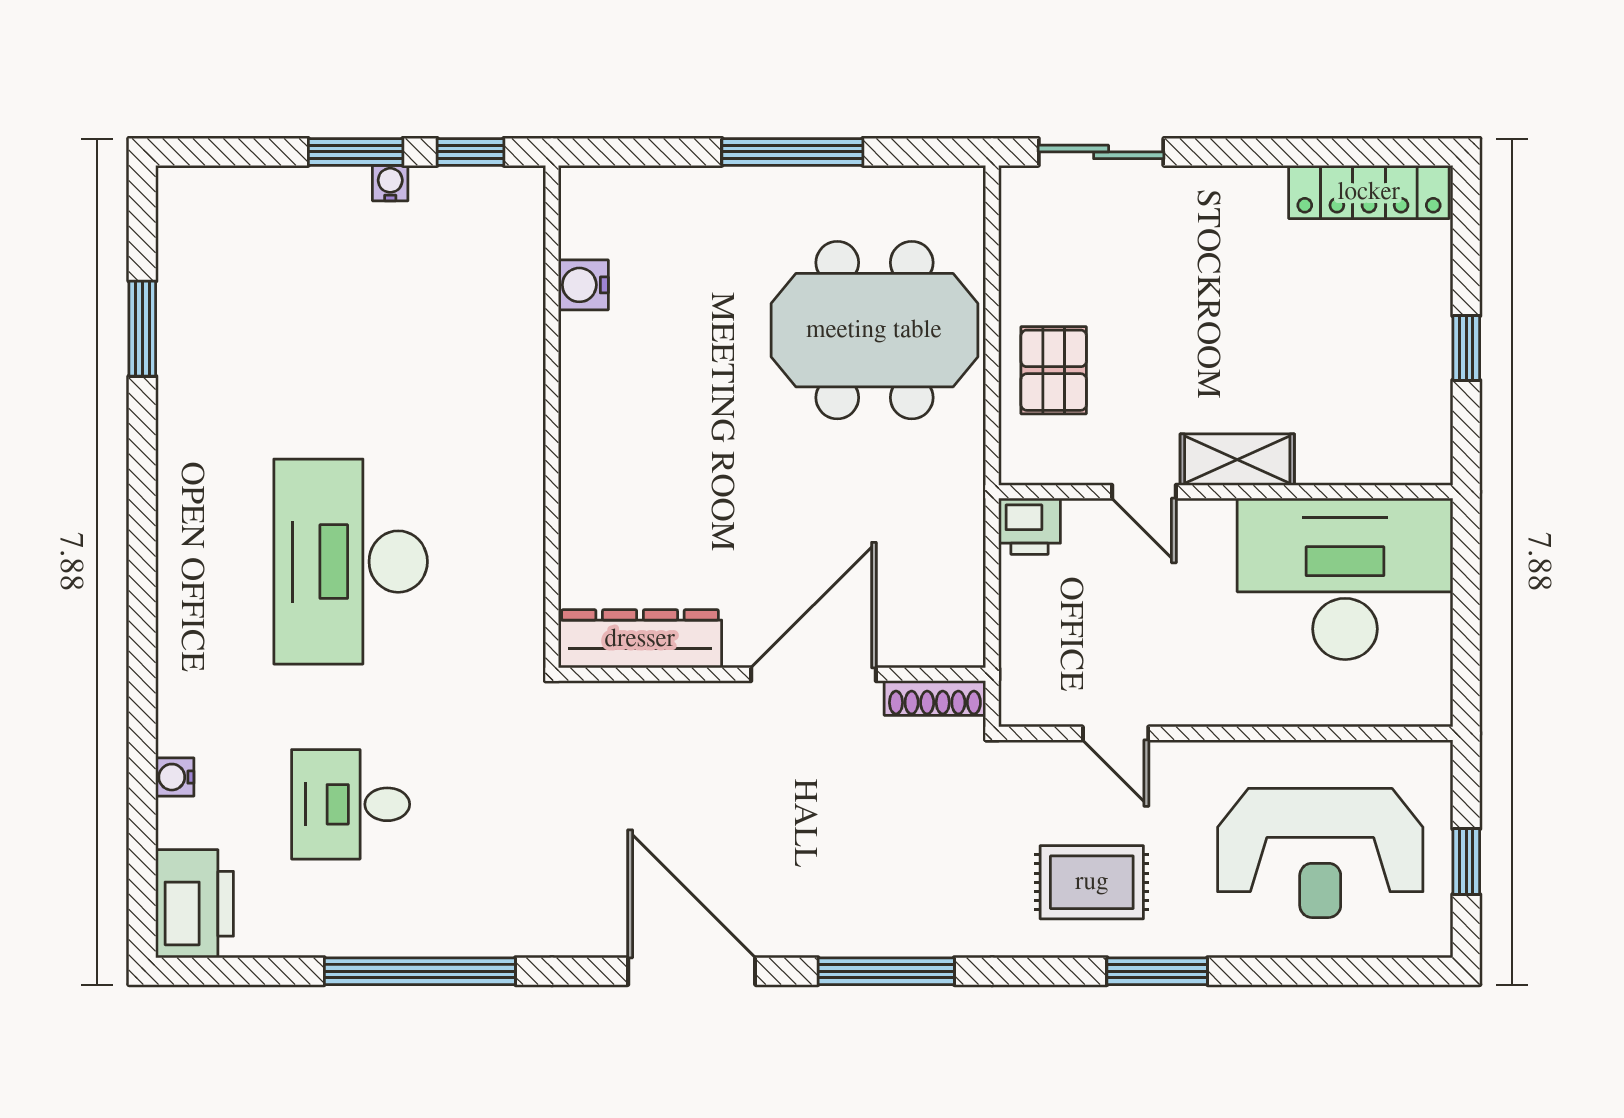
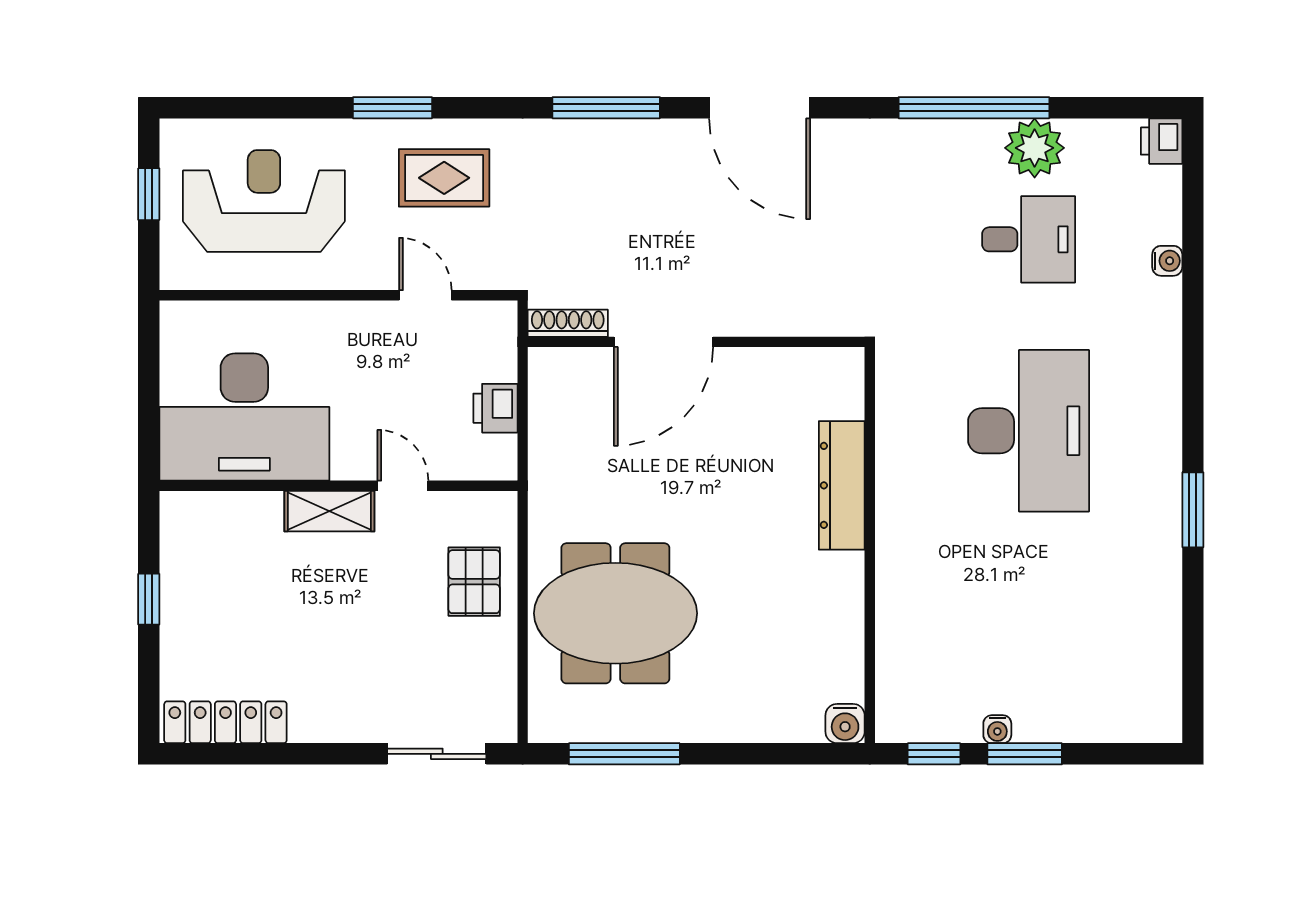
window: (792, 152) -> (624, 754), moved
water cooler: (583, 285) -> (845, 724), moved, turned 90
window: (142, 329) -> (1193, 510), moved
printer: (1029, 526) -> (495, 408), moved, turned -90
dresser: (640, 639) -> (842, 485), moved, turned 90
printer: (195, 904) -> (1162, 141), width x0.53, depth x0.68
plant: (343, 920) -> (1035, 148), added

